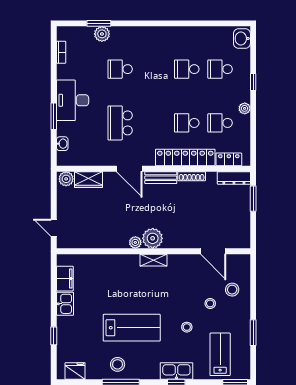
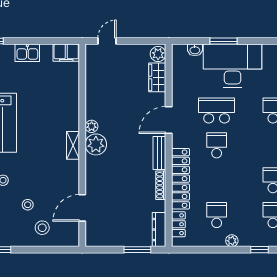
desk: (73, 100) -> (233, 66), width x1.36, depth x1.30
school desk: (187, 123) -> (217, 145), moved
filing cabinet: (65, 279) -> (66, 53), moved

